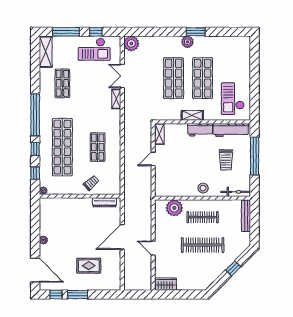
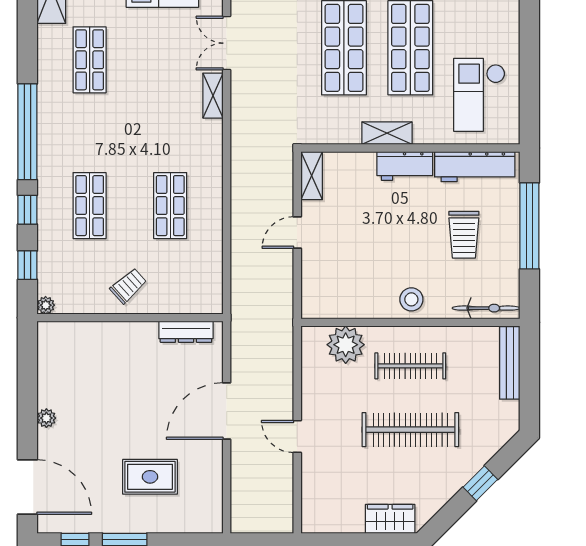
shop shelf: (62, 147) -> (90, 206), width x0.50, depth x0.74
trolley: (91, 183) -> (128, 286), moved
wardrobe: (166, 284) -> (390, 519), moved

